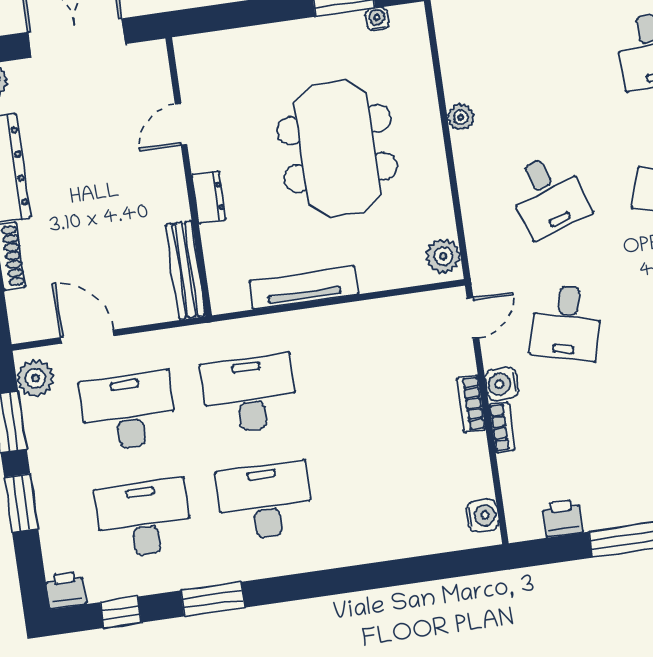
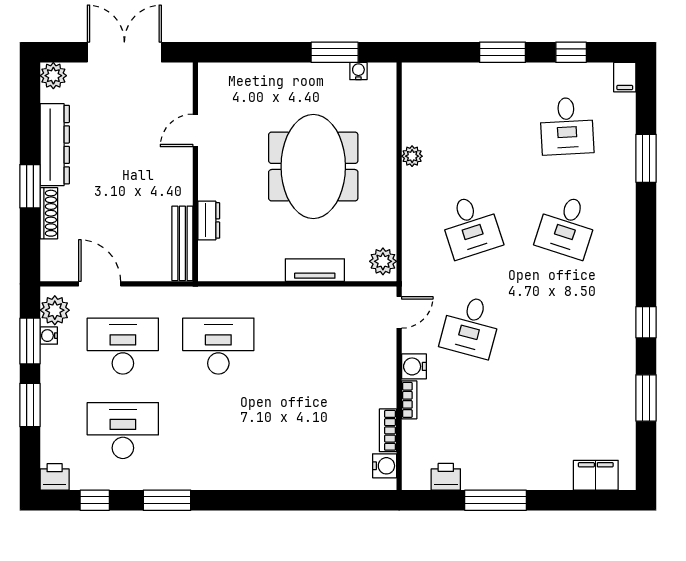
dresser: (209, 197) -> (209, 220), moved
tv unit: (304, 288) -> (315, 270), moved, width x0.71
bookcase: (471, 404) -> (388, 430), moved
water cooler: (32, 412) -> (49, 336), added
desk: (265, 501) -> (218, 431), removed

